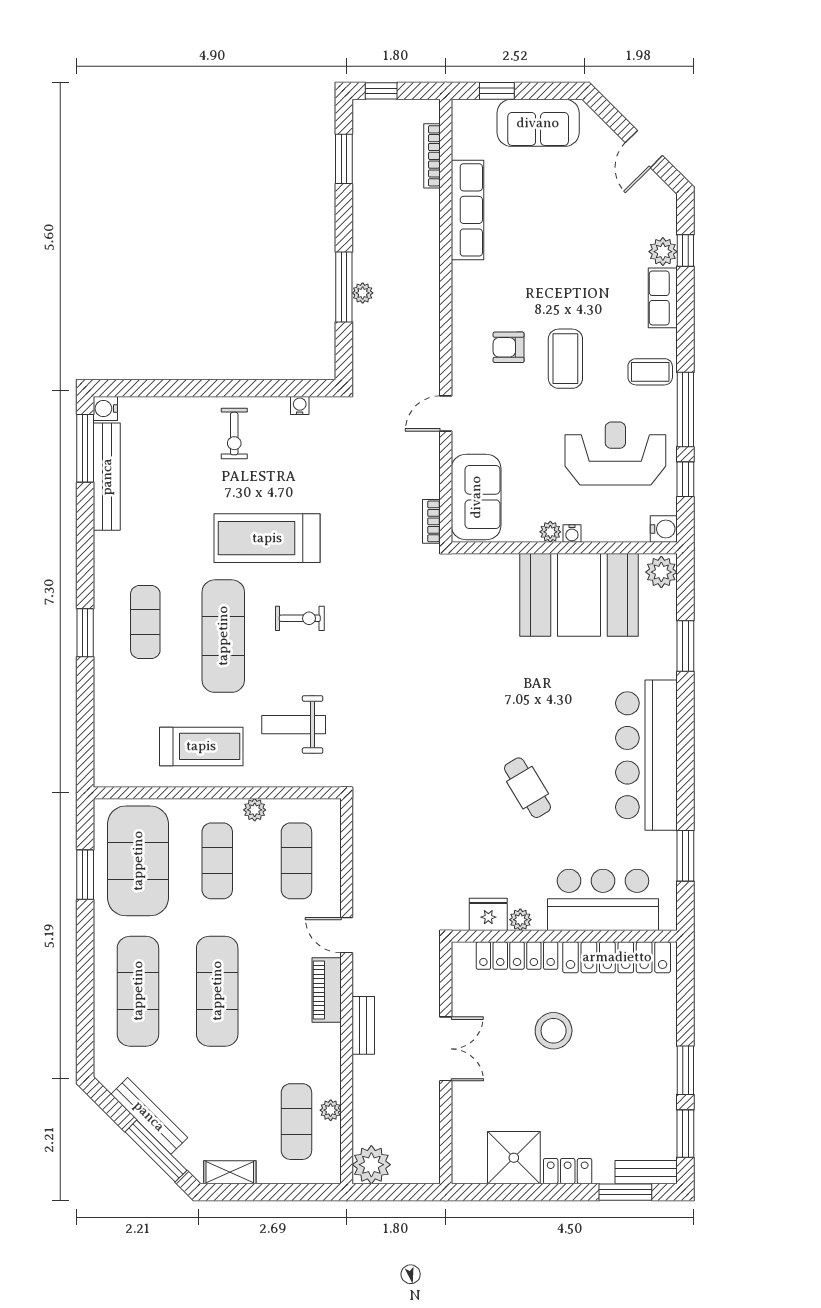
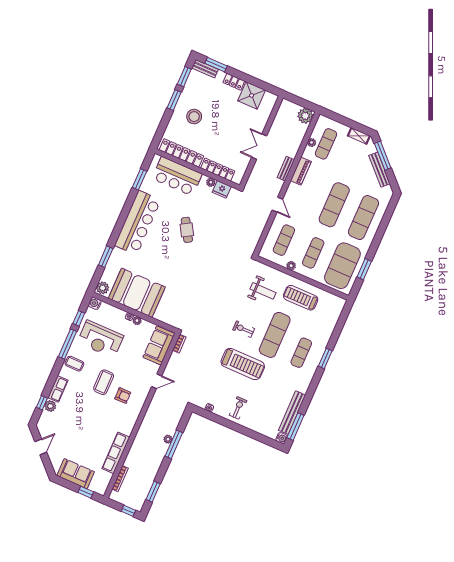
piano: (327, 990) -> (301, 171), moved
stool: (554, 1031) -> (194, 117), moved

